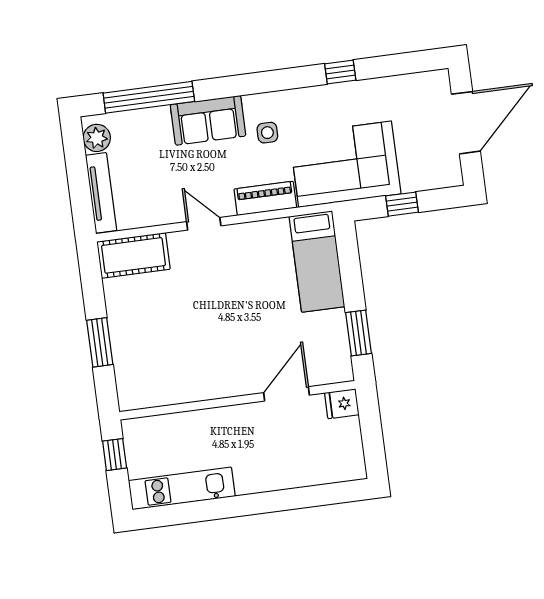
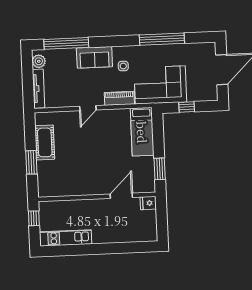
window: (340, 72) -> (162, 39), width x3.17
door: (204, 224) -> (88, 108), swing flipped
cot: (134, 255) -> (45, 142), moved, turned 90

